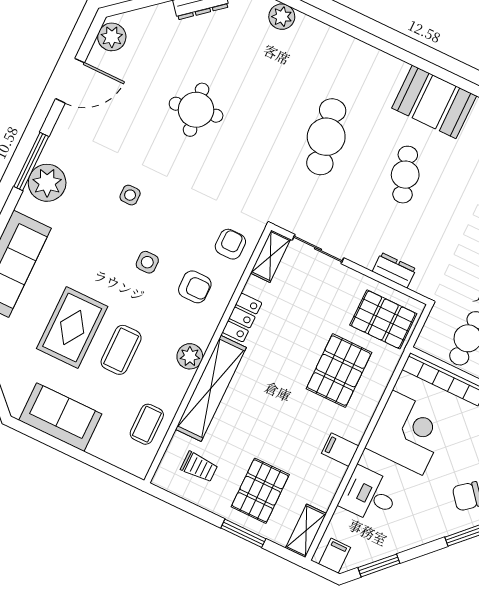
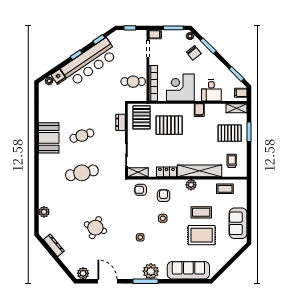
round table: (196, 110) -> (95, 228), turned 30

